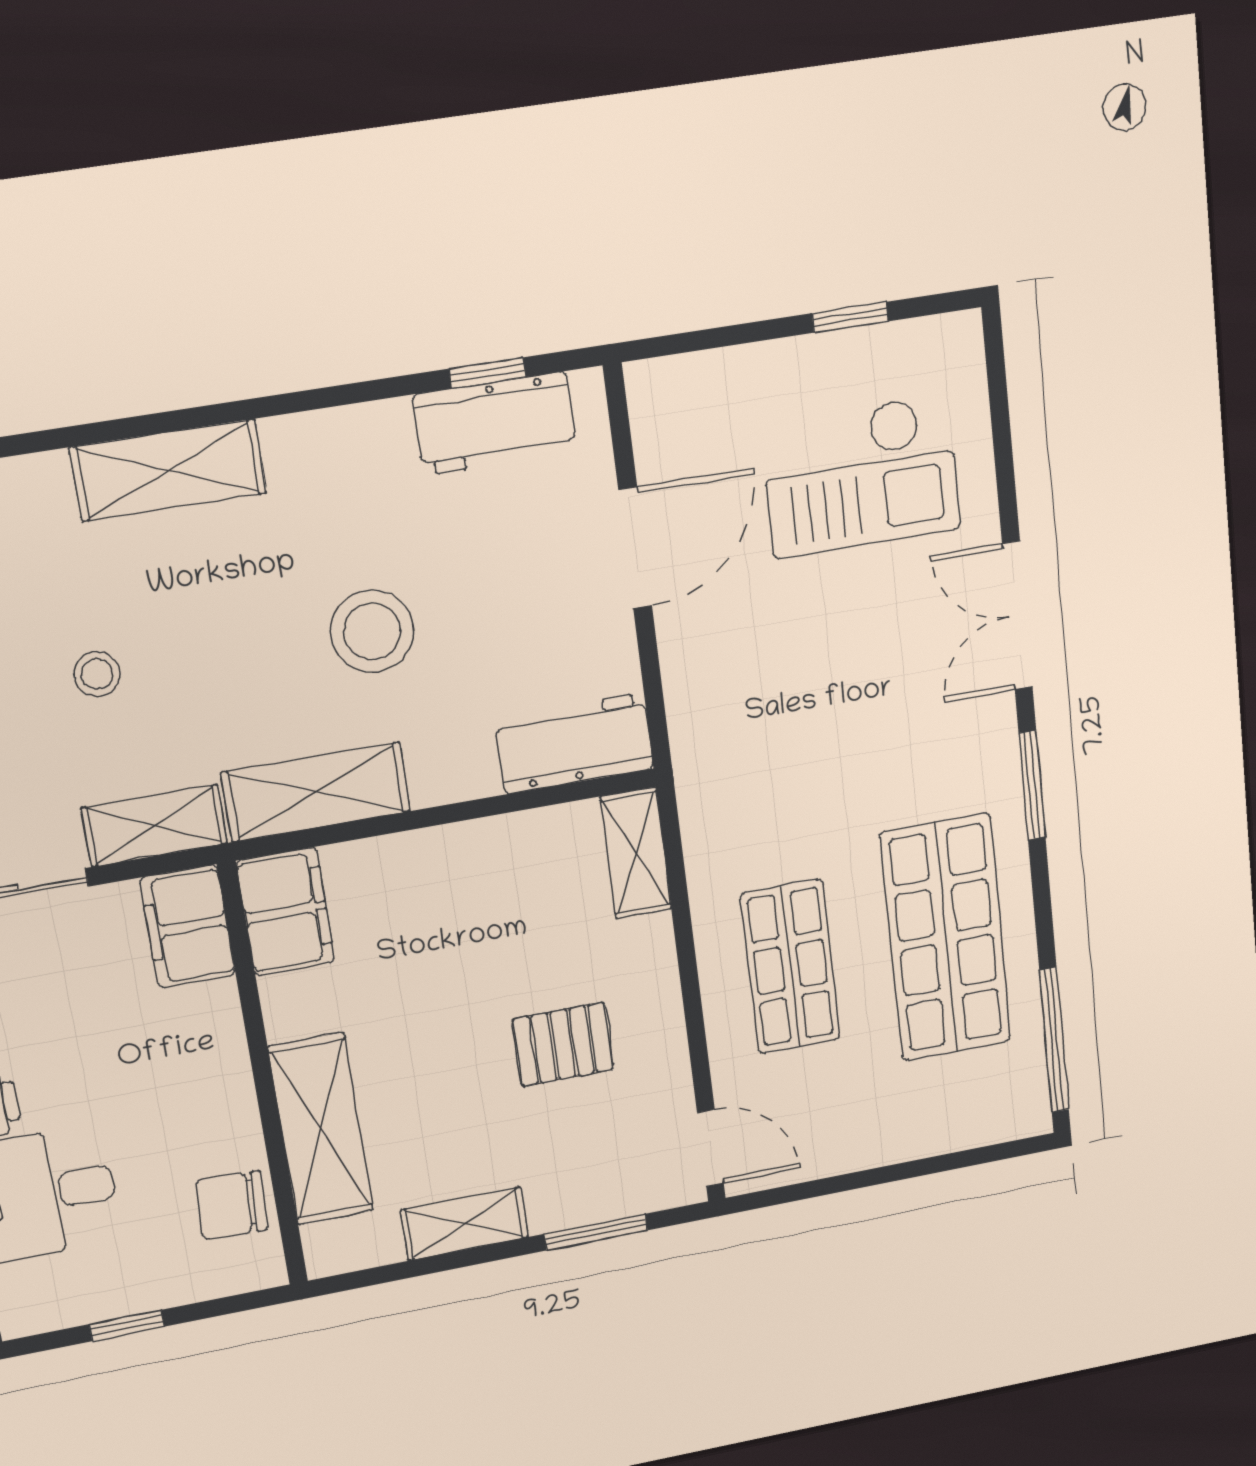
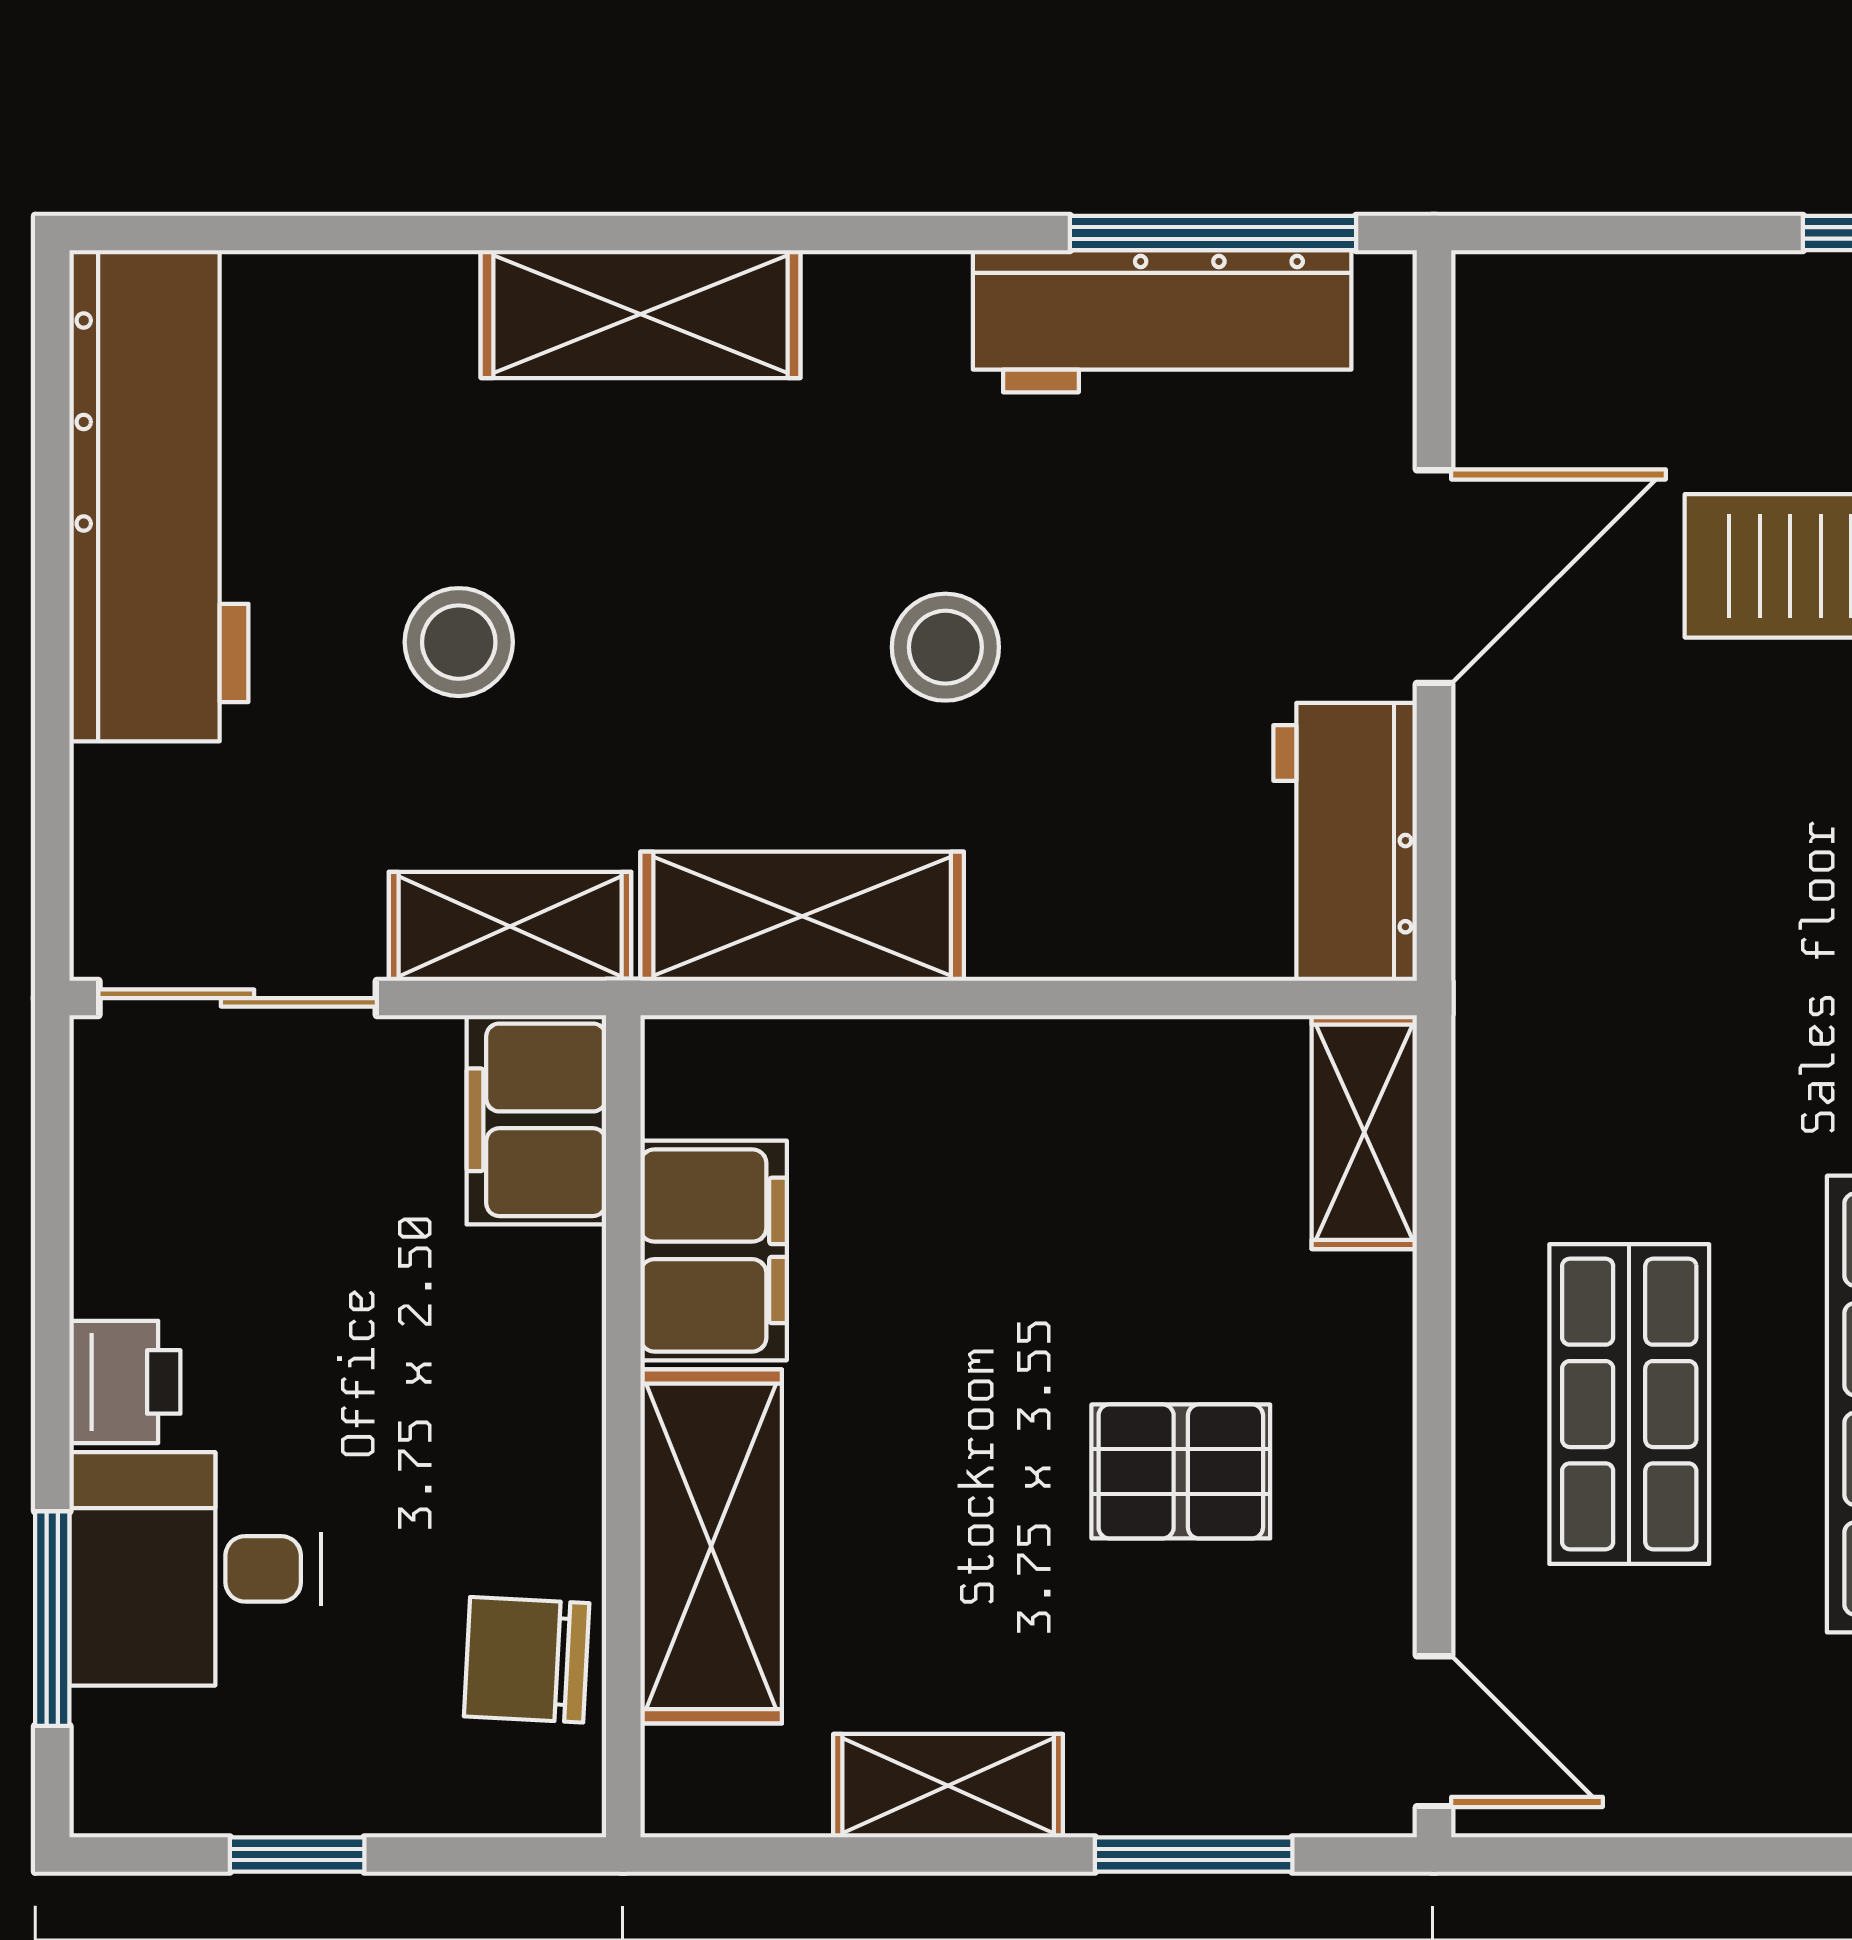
window: (487, 373) -> (1213, 233), width x2.17
workbench: (495, 424) -> (1162, 321), width x1.38
stool: (372, 631) -> (945, 647), width x0.73, depth x0.73
stool: (97, 674) -> (459, 642), width x1.37, depth x1.37
workbench: (574, 743) -> (1345, 842), moved, turned -90
filing cabinet: (286, 912) -> (714, 1250), moved

